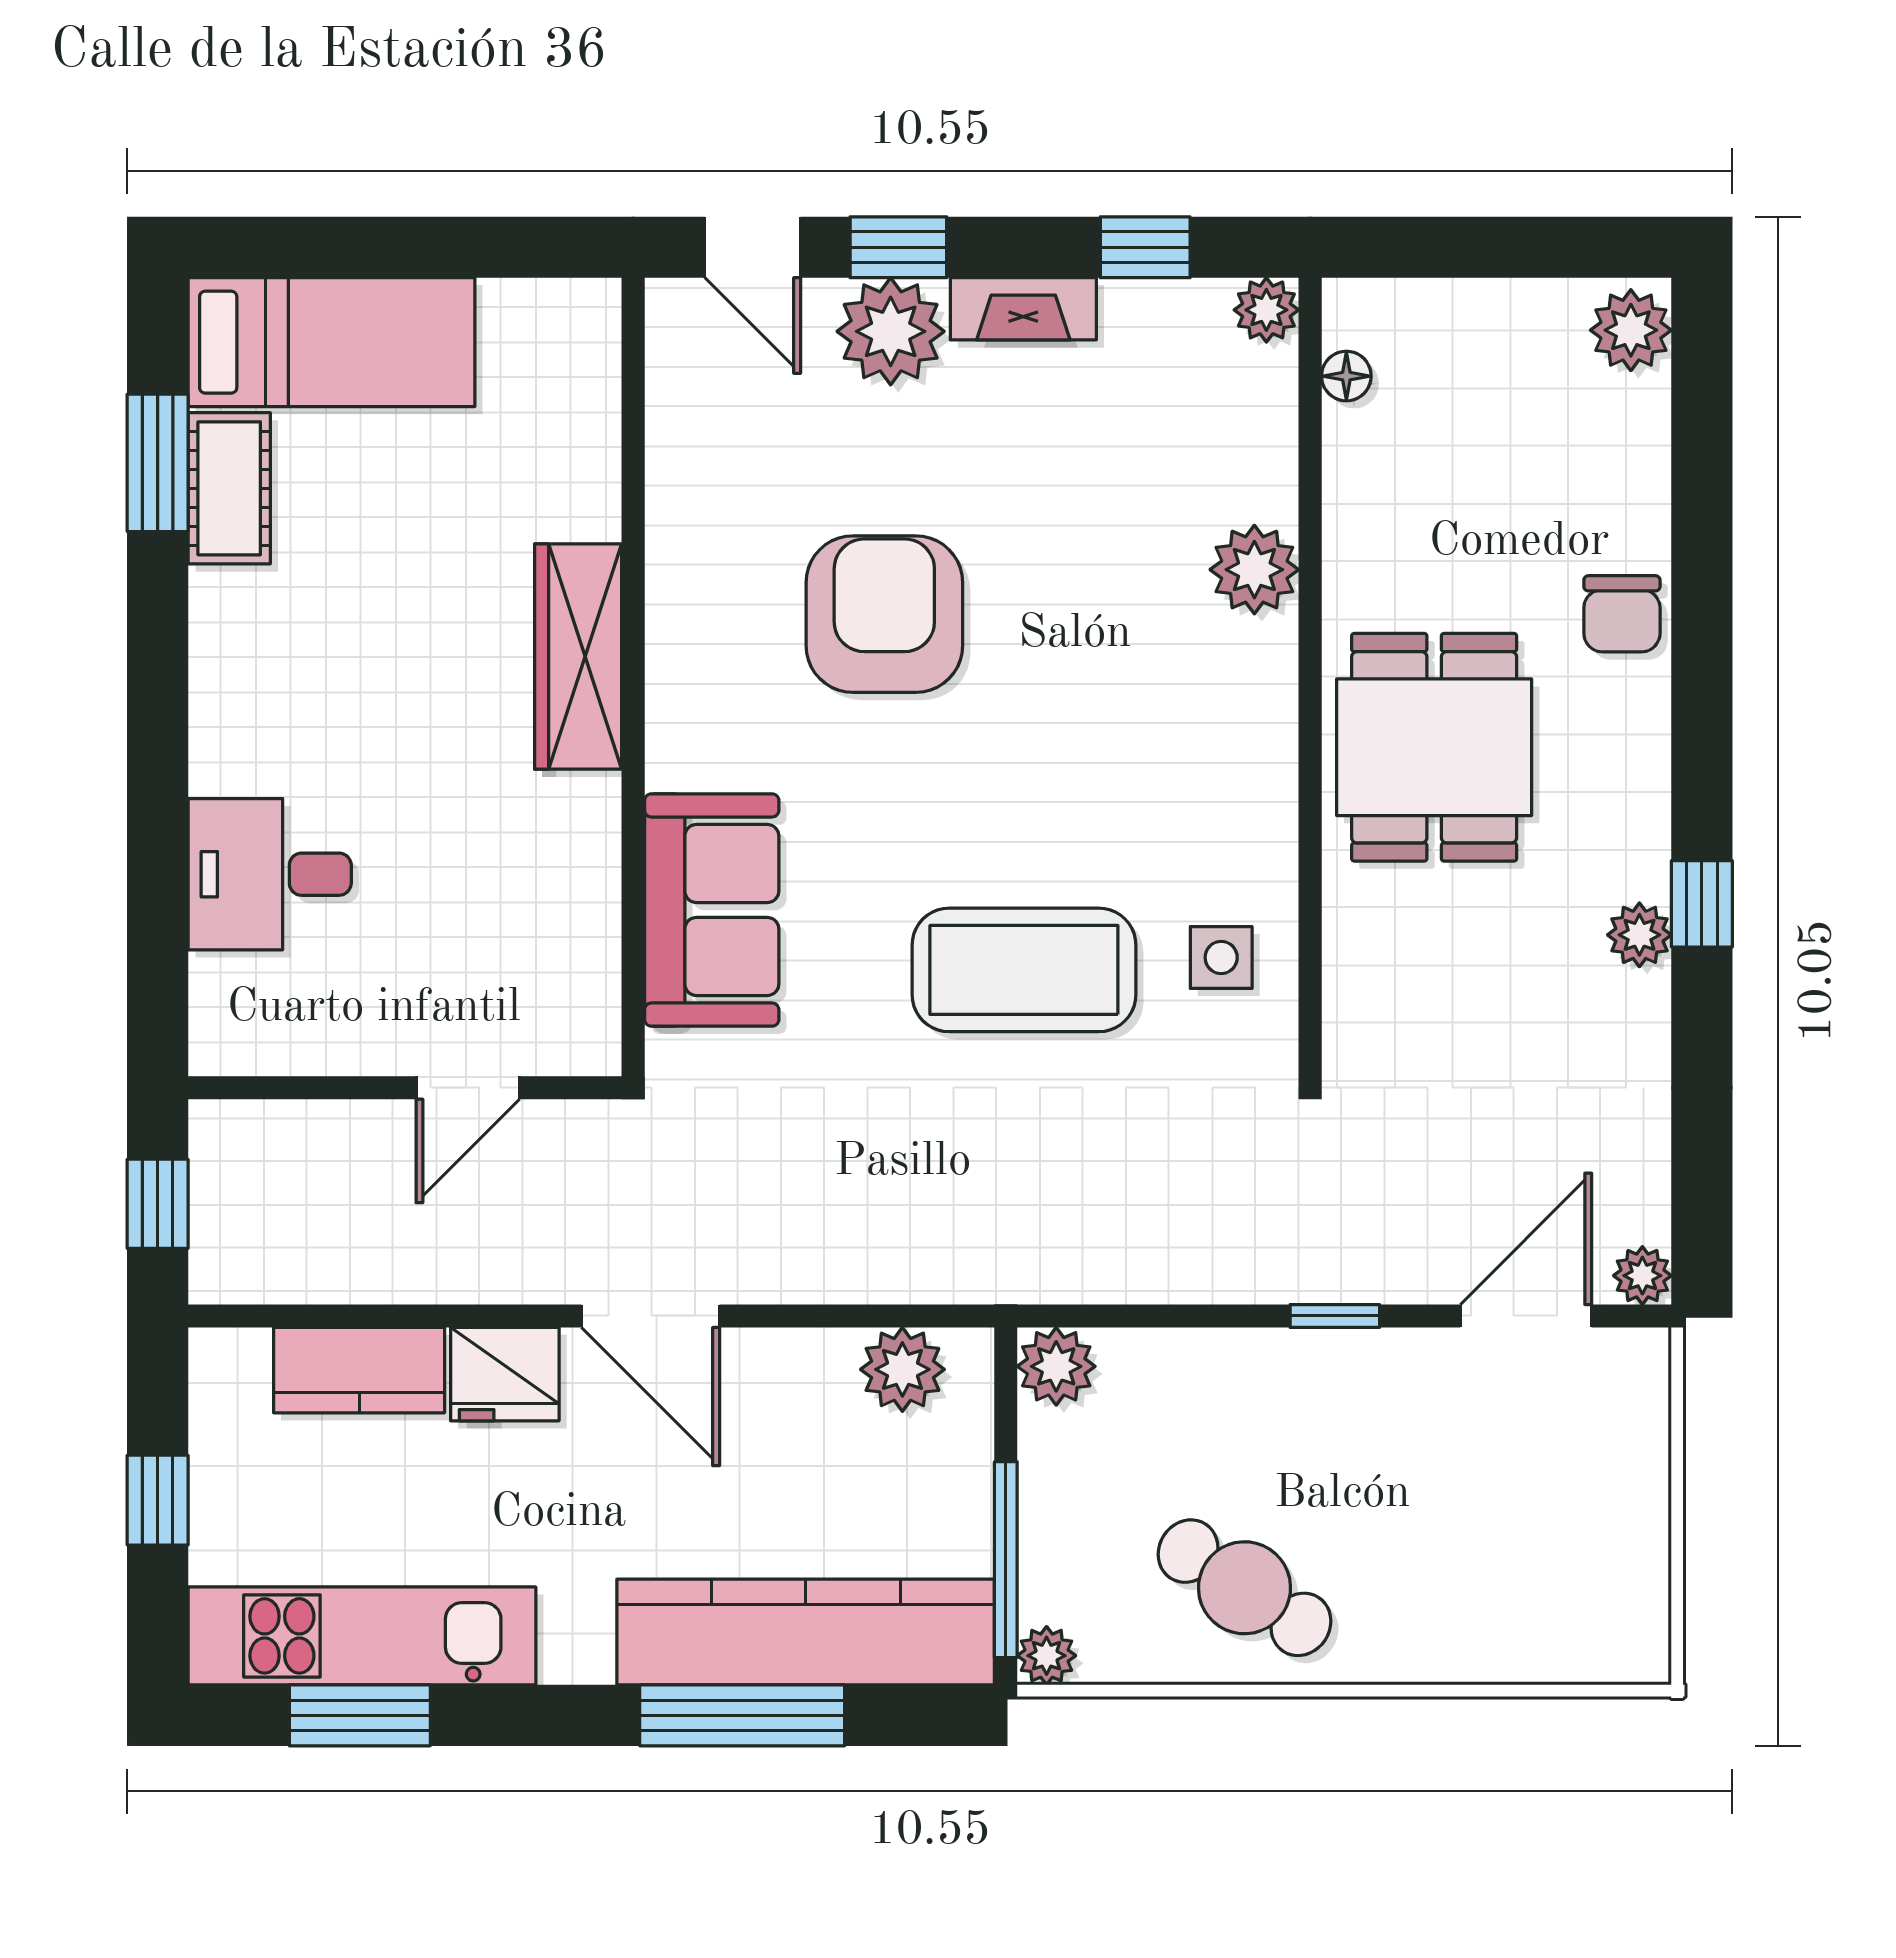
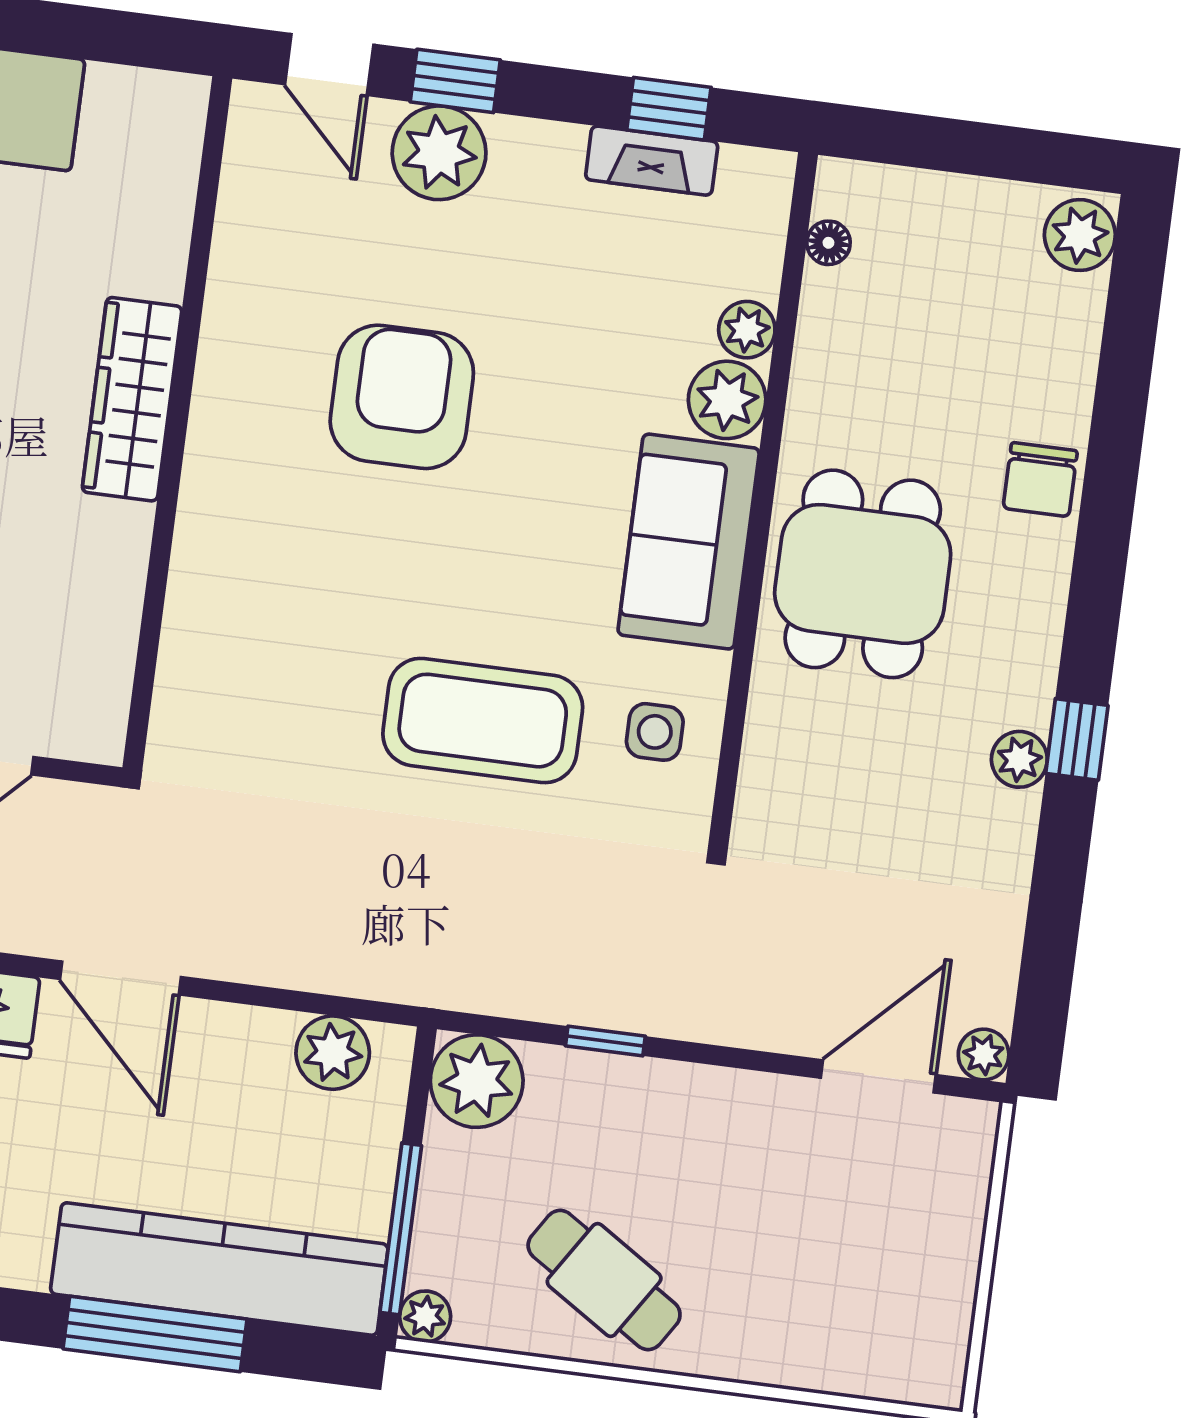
fireplace: (1023, 309) -> (652, 161), moved
plant: (1266, 310) -> (747, 330), moved
sofa: (712, 910) -> (689, 542), moved, turned 180
window: (1335, 1316) -> (605, 1041), moved
plant: (1056, 1366) -> (477, 1081), width x1.36, depth x1.36

